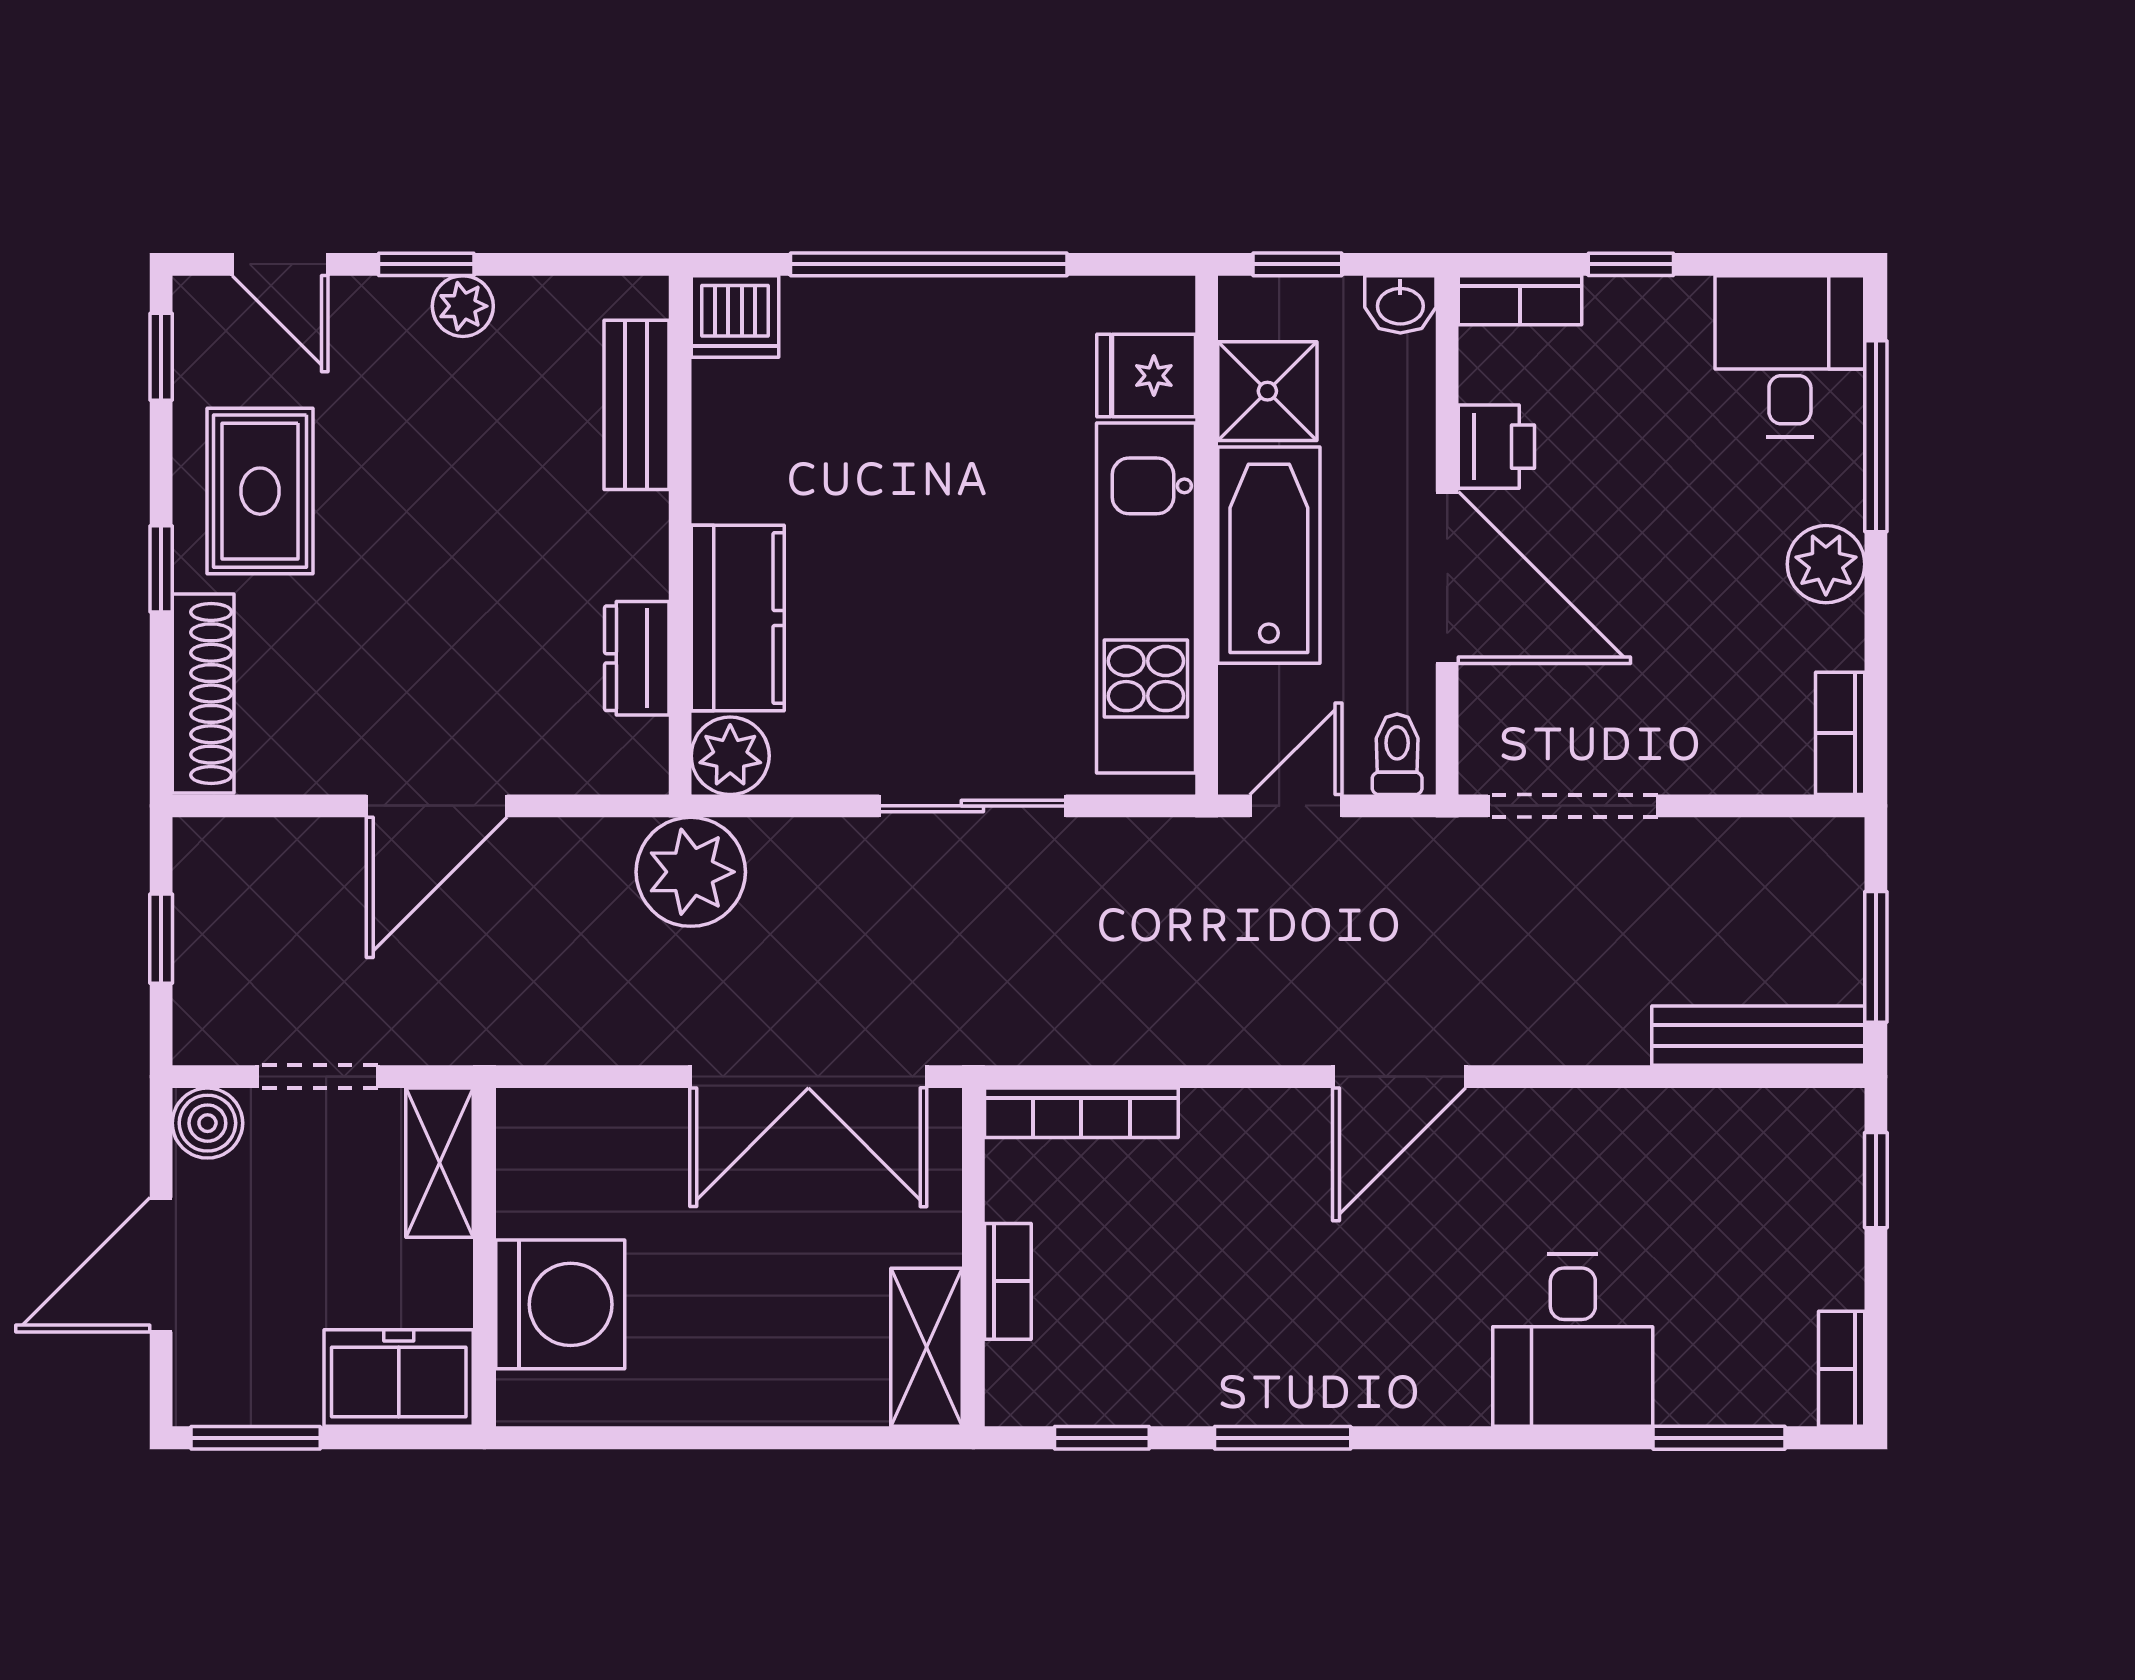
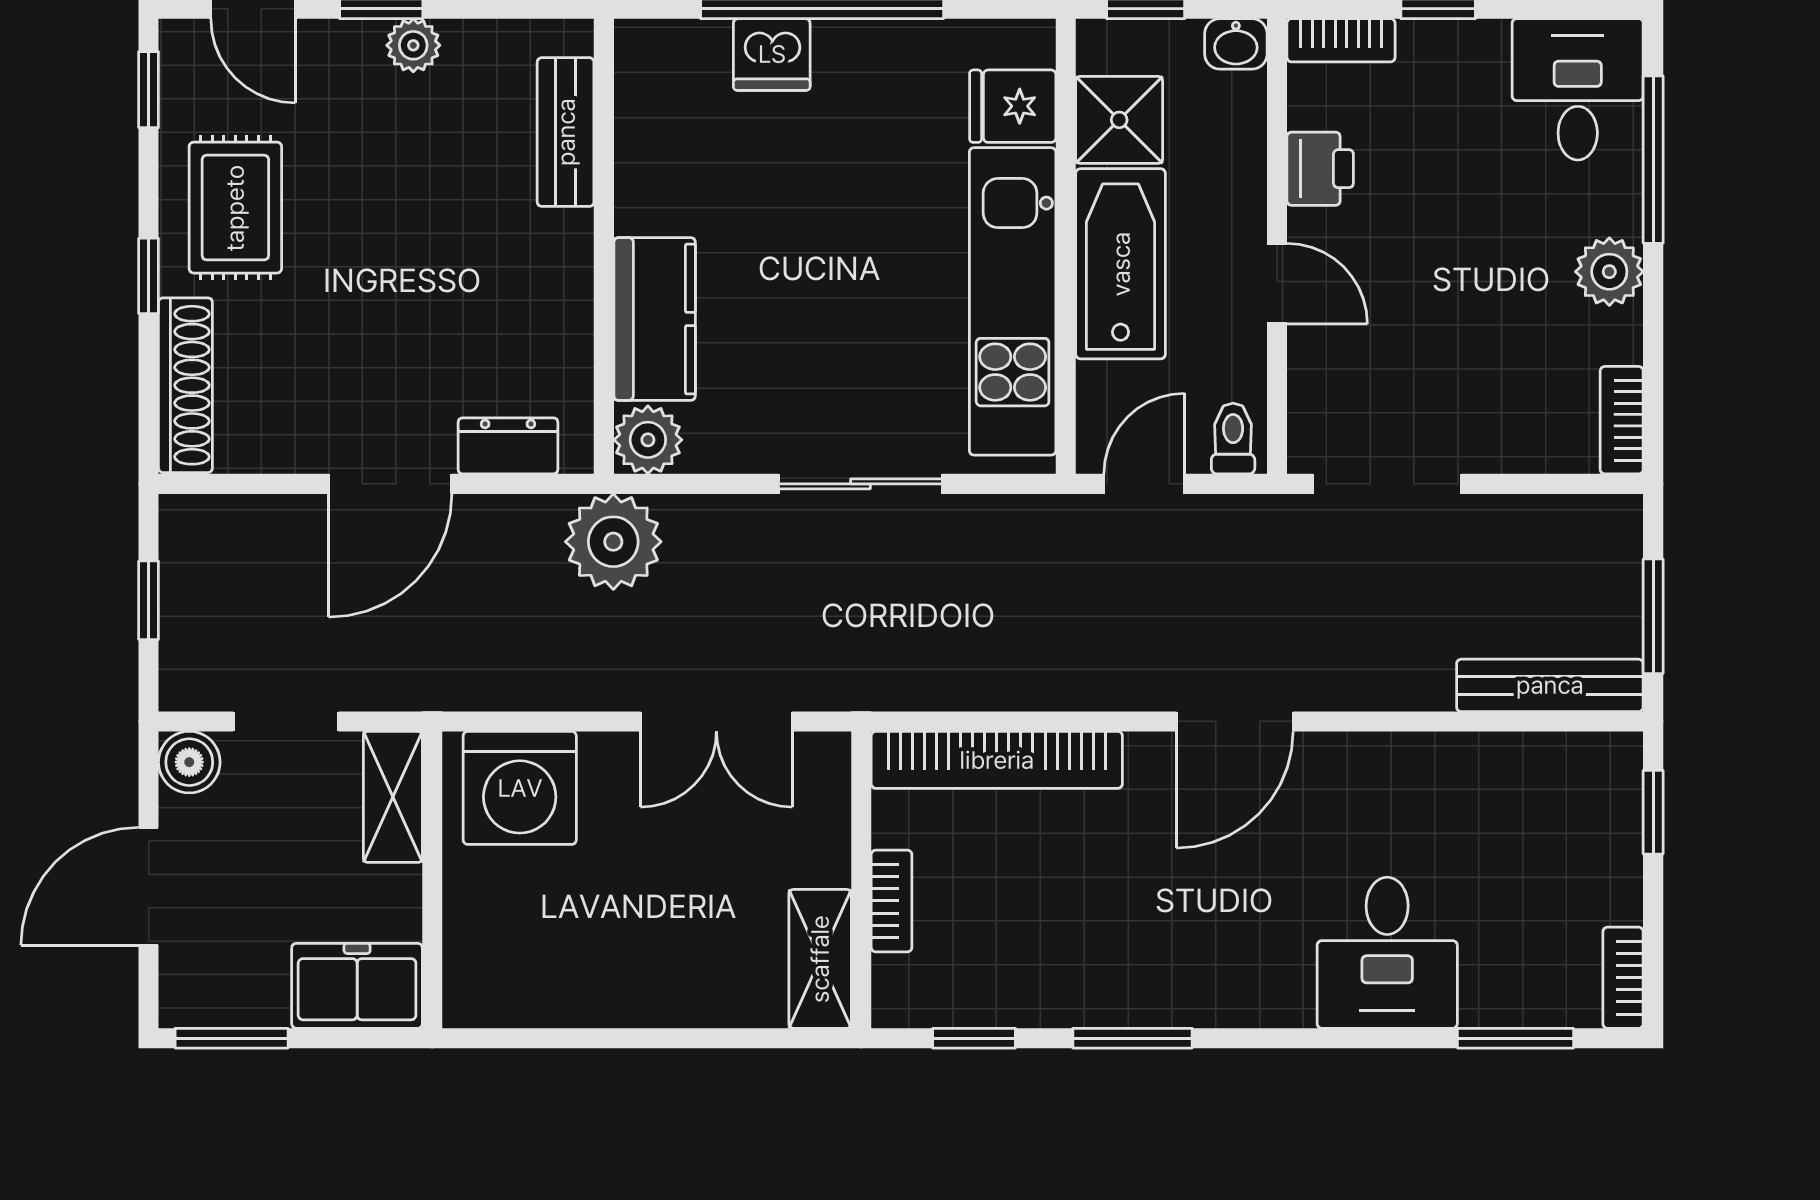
dishwasher: (735, 317) -> (772, 54), moved
door: (1447, 578) -> (1277, 284), width x0.53
dresser: (637, 658) -> (508, 446), moved, turned 90
double door: (808, 1077) -> (716, 721), width x0.73
bookcase: (1081, 1113) -> (997, 760), width x1.48, depth x1.31
washing machine: (560, 1304) -> (520, 788), moved, turned 90

